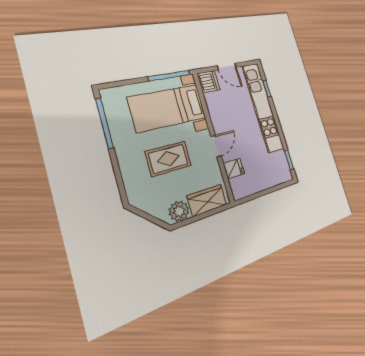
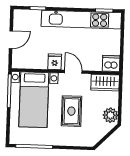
dishwasher: (208, 82) -> (111, 63), moved
kitchen unit: (263, 107) -> (81, 20), moved
fridge: (234, 169) -> (55, 62), moved
wardrobe: (207, 200) -> (105, 83), moved, turned -90

